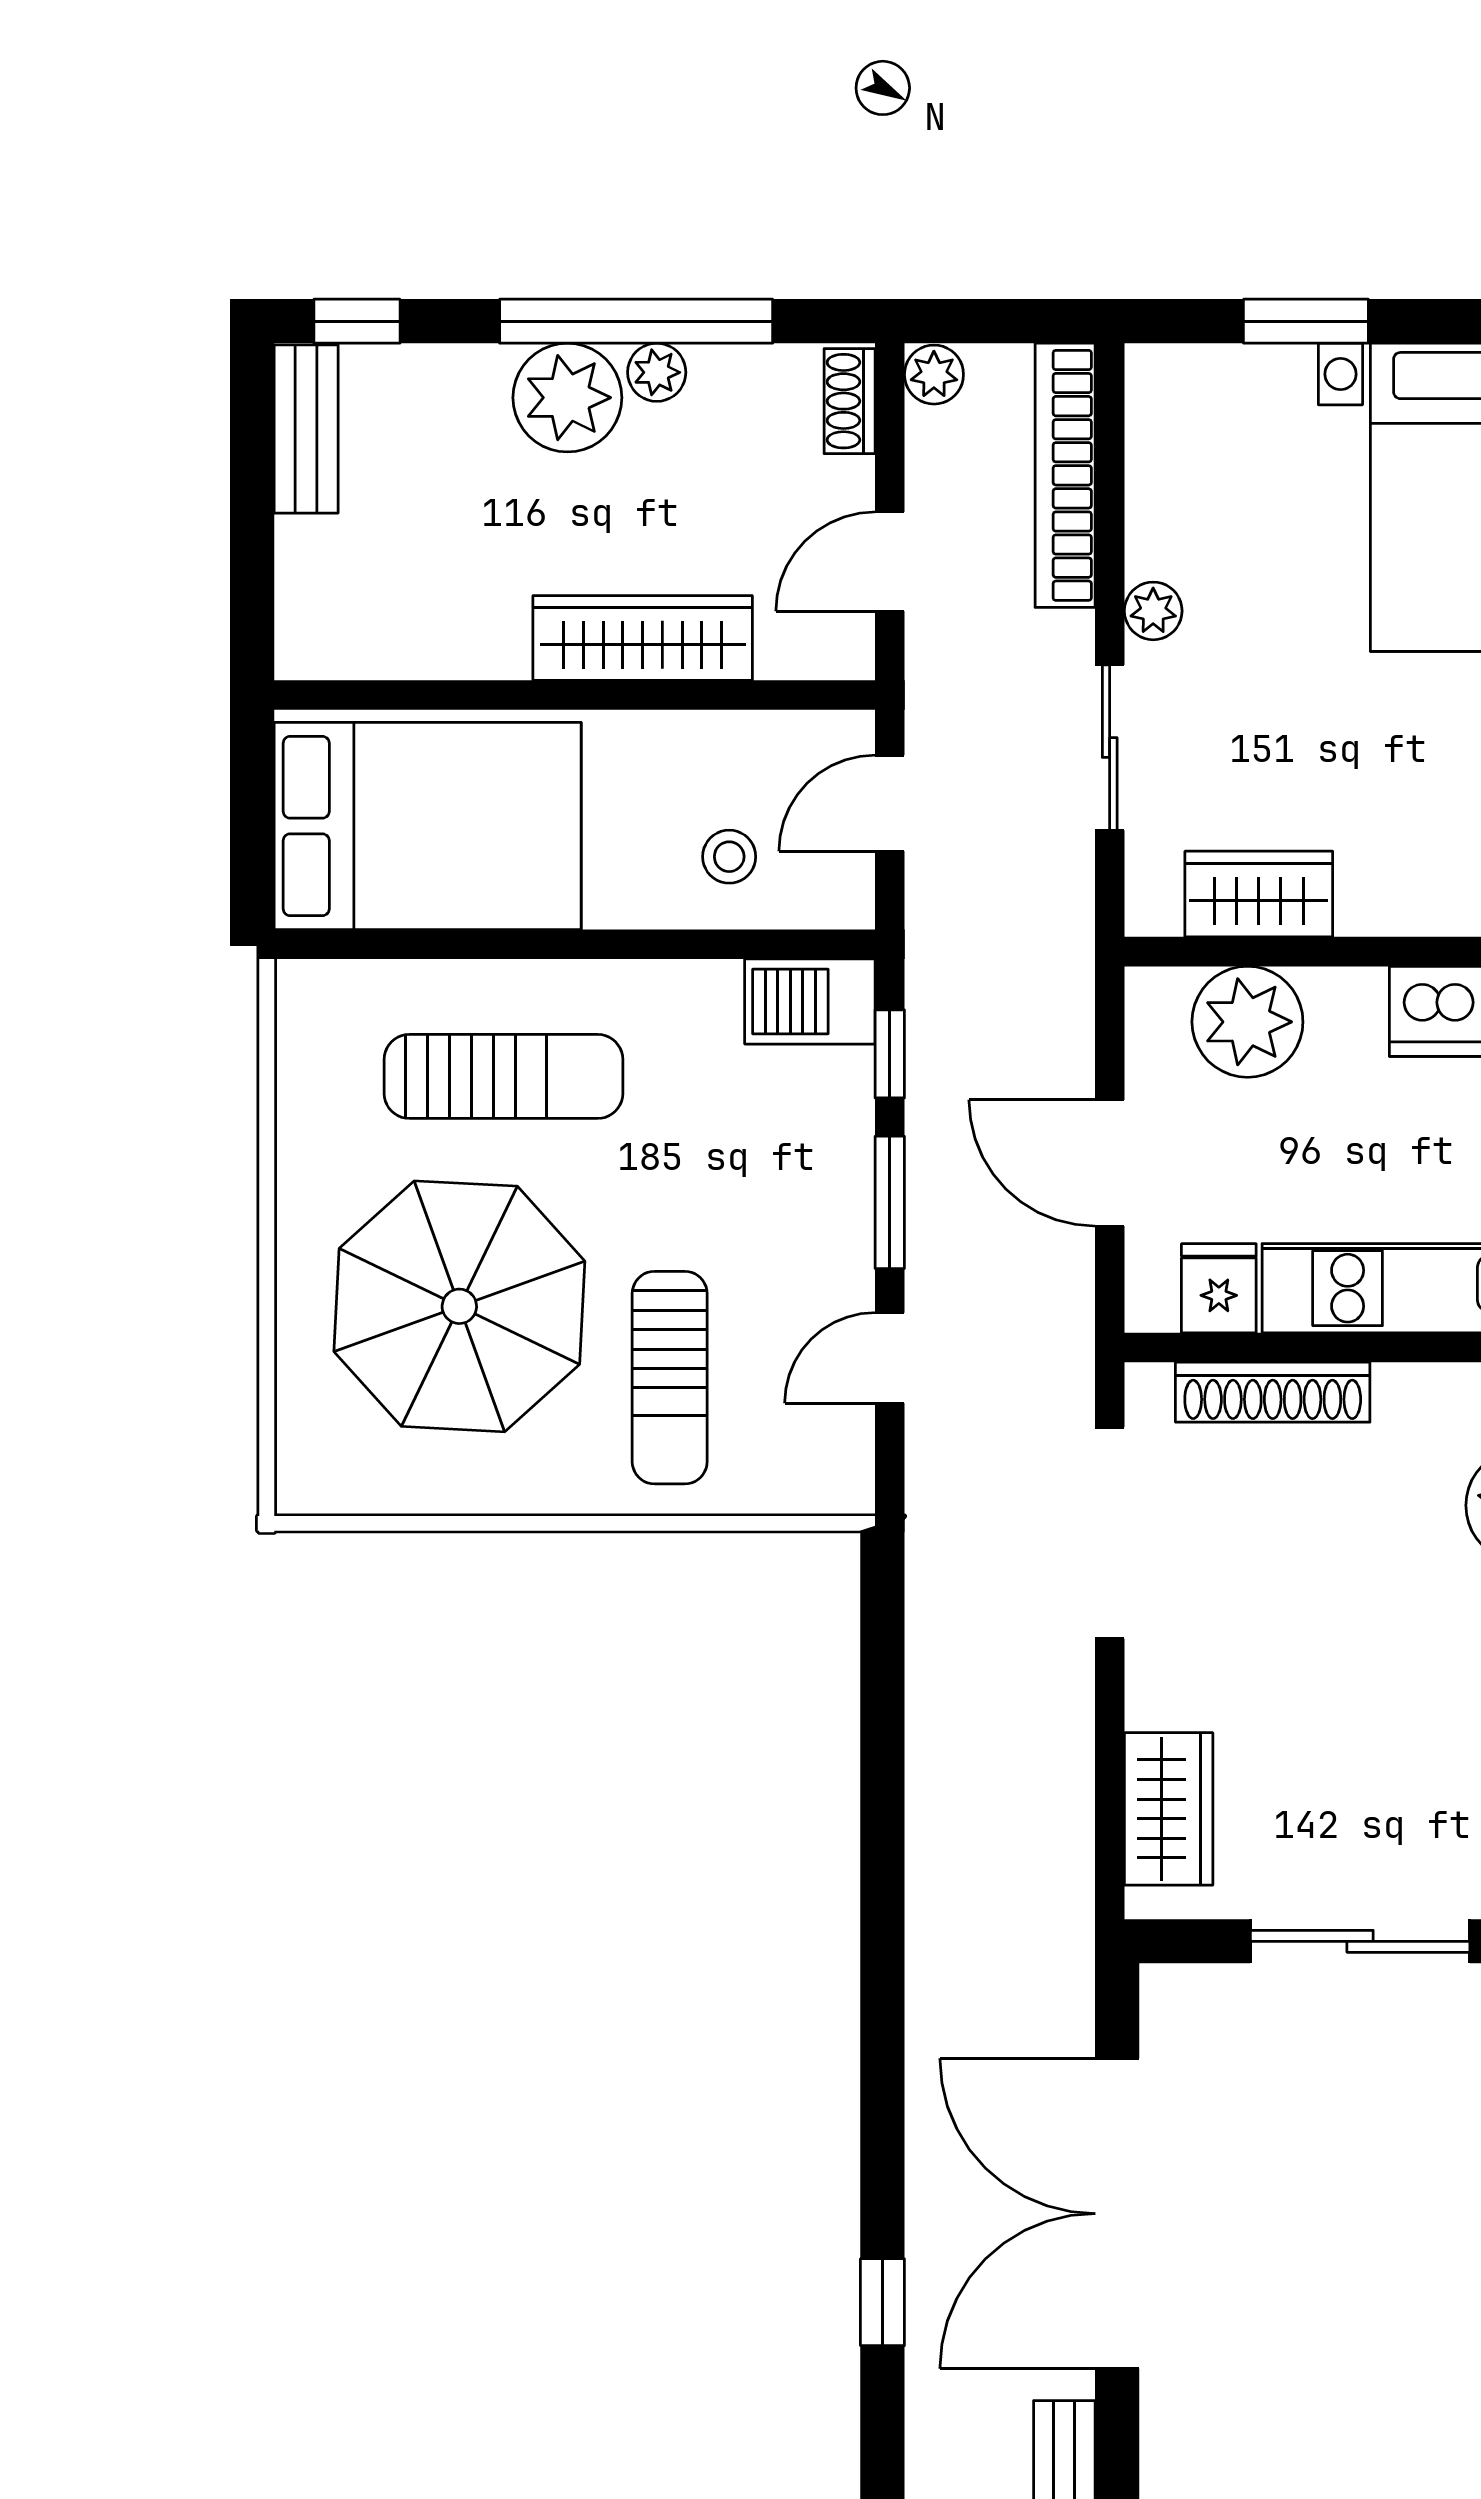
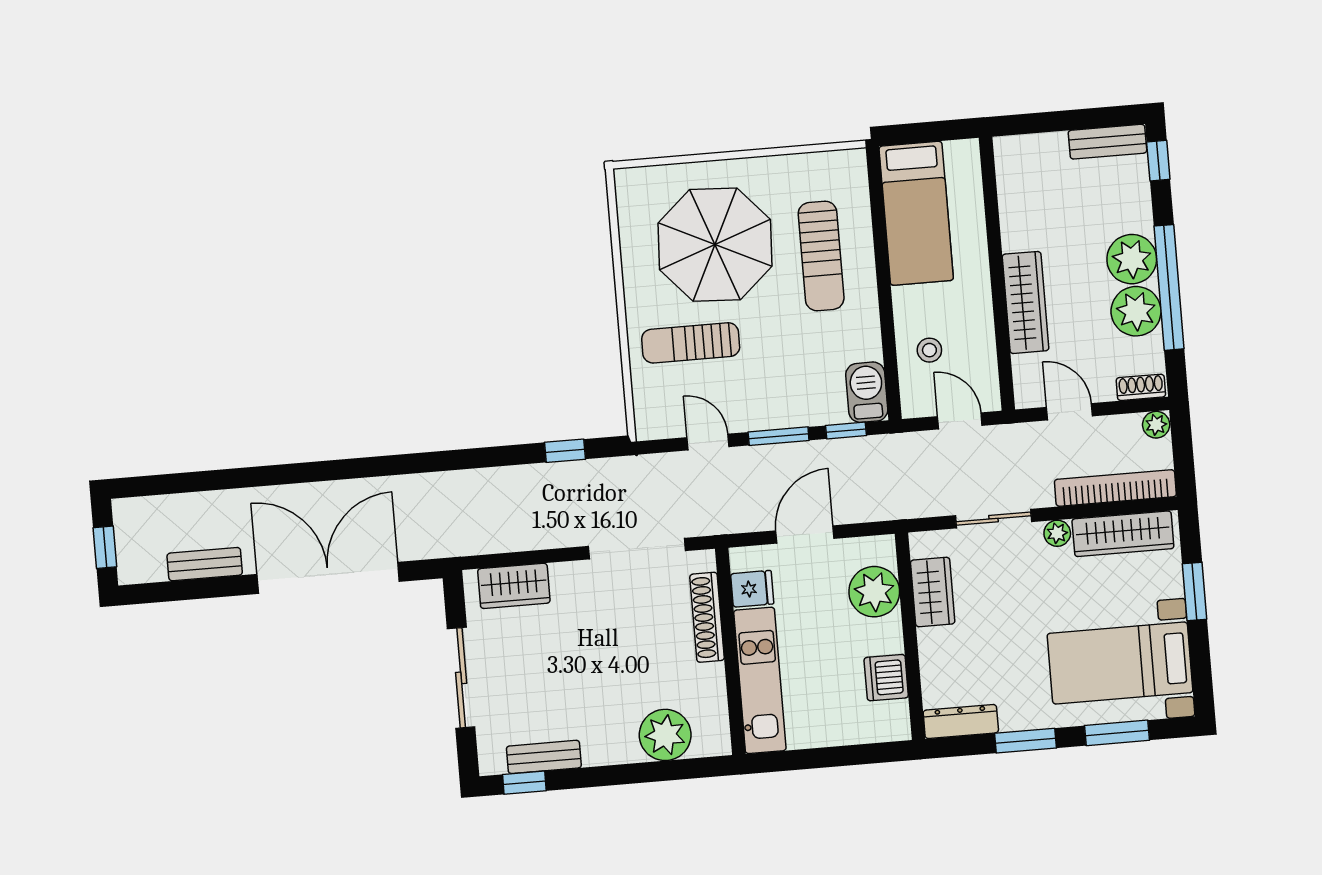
plant: (657, 372) -> (1136, 311), width x1.87, depth x1.87
wardrobe: (1166, 467) -> (1123, 534), added
bed: (428, 826) -> (916, 213), width x0.67
window: (882, 2302) -> (565, 451), moved

